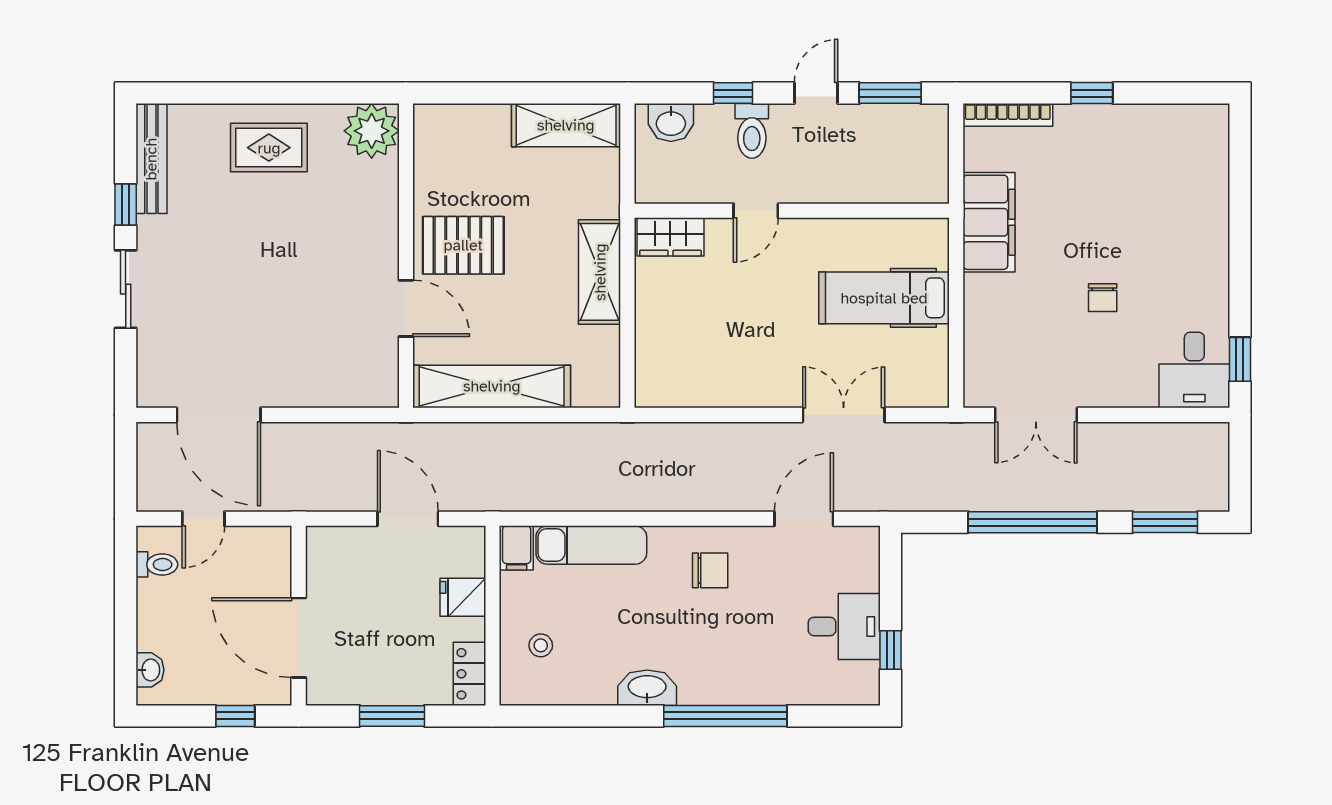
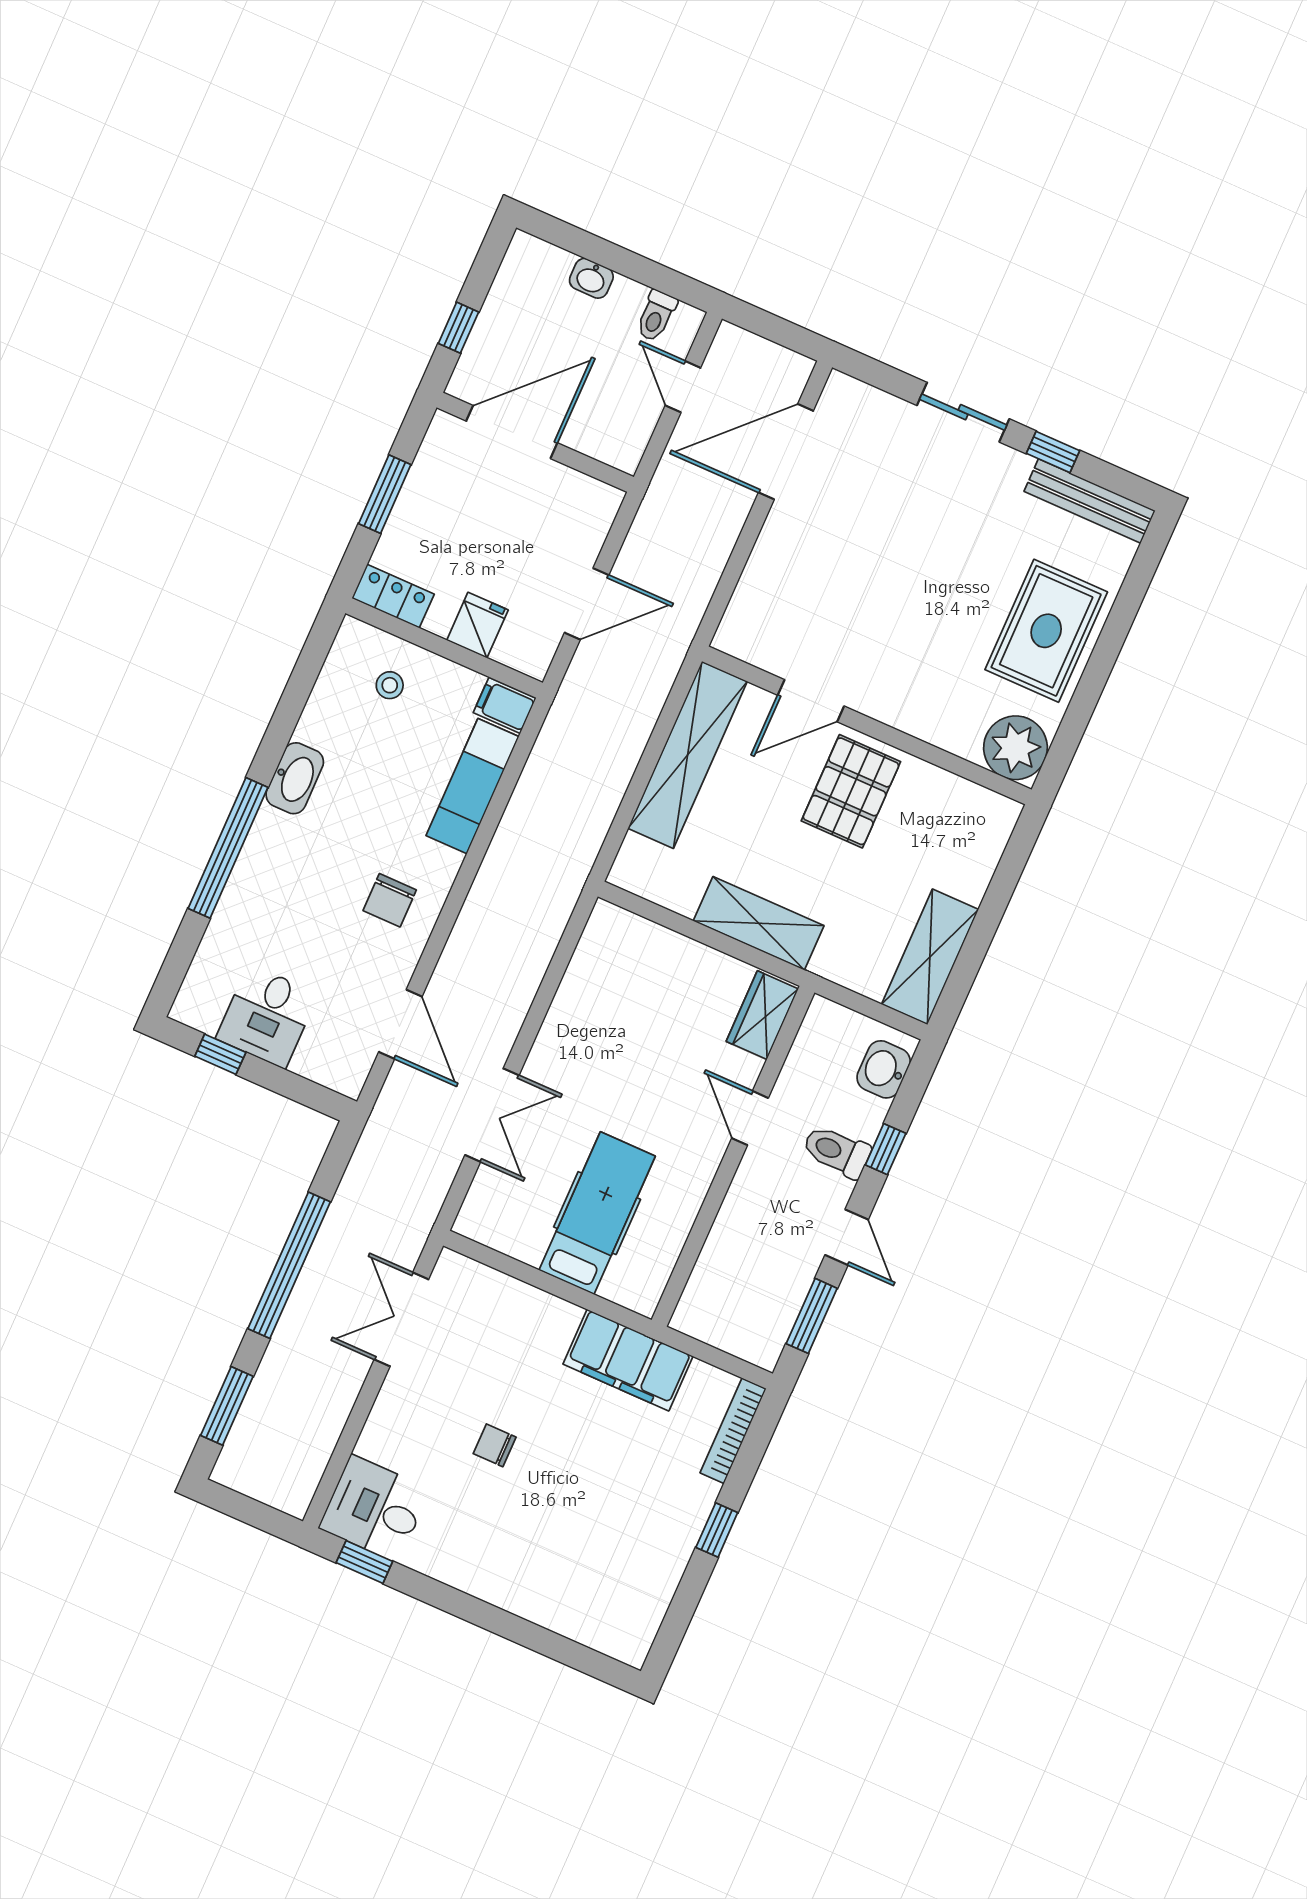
rug: (269, 148) -> (1046, 631), width x1.36, depth x1.43
washbasin: (150, 670) -> (591, 278), moved

